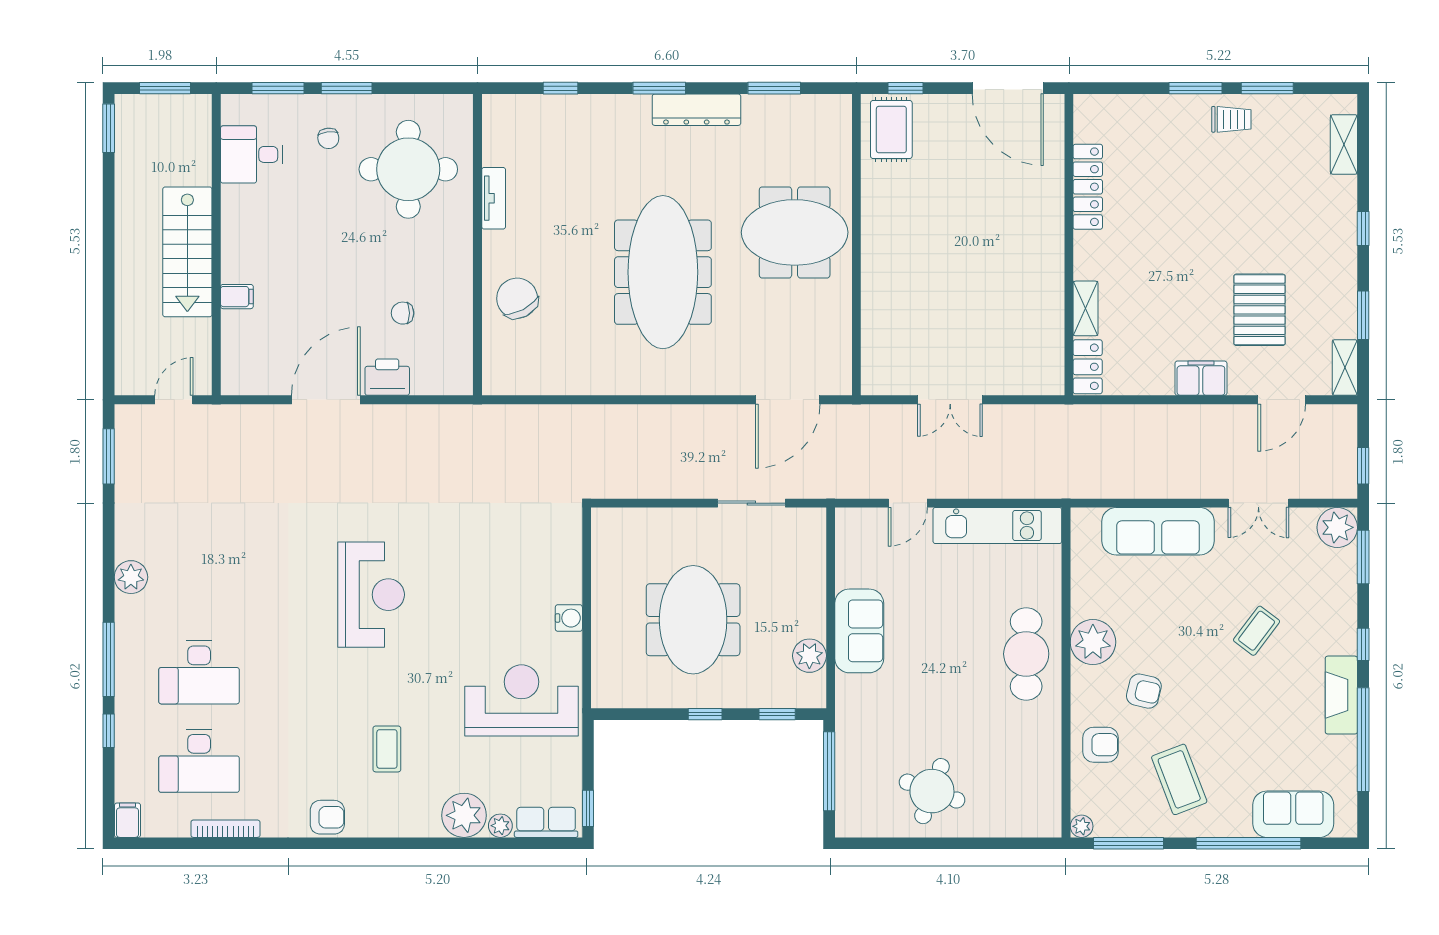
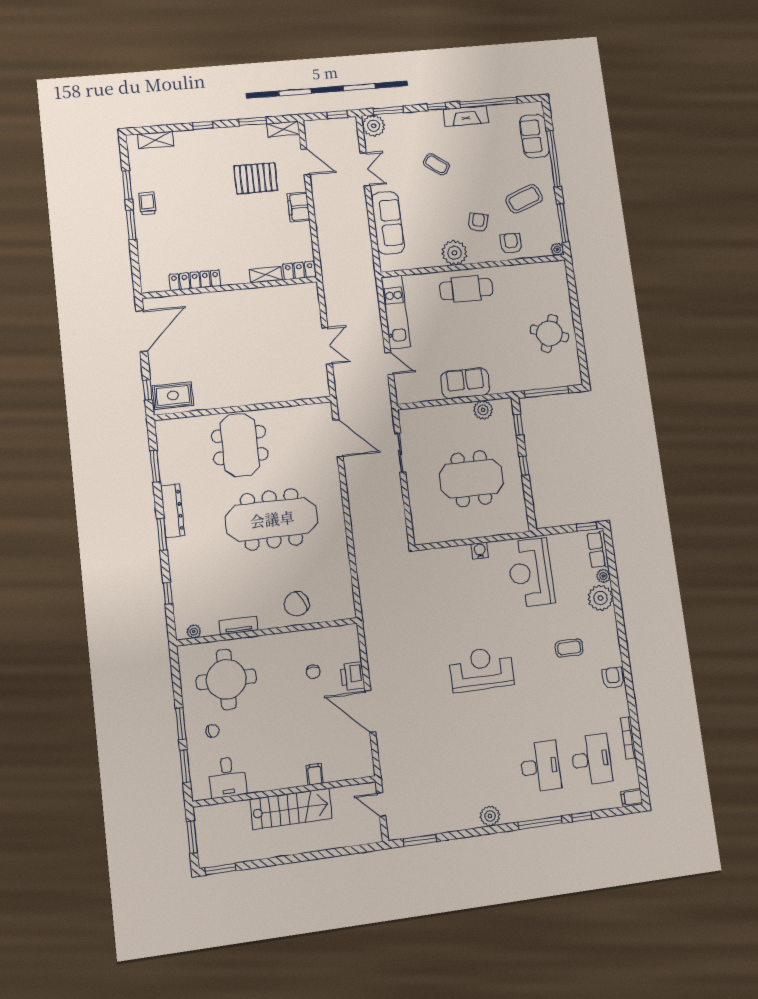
plant: (493, 124) -> (194, 631), added

